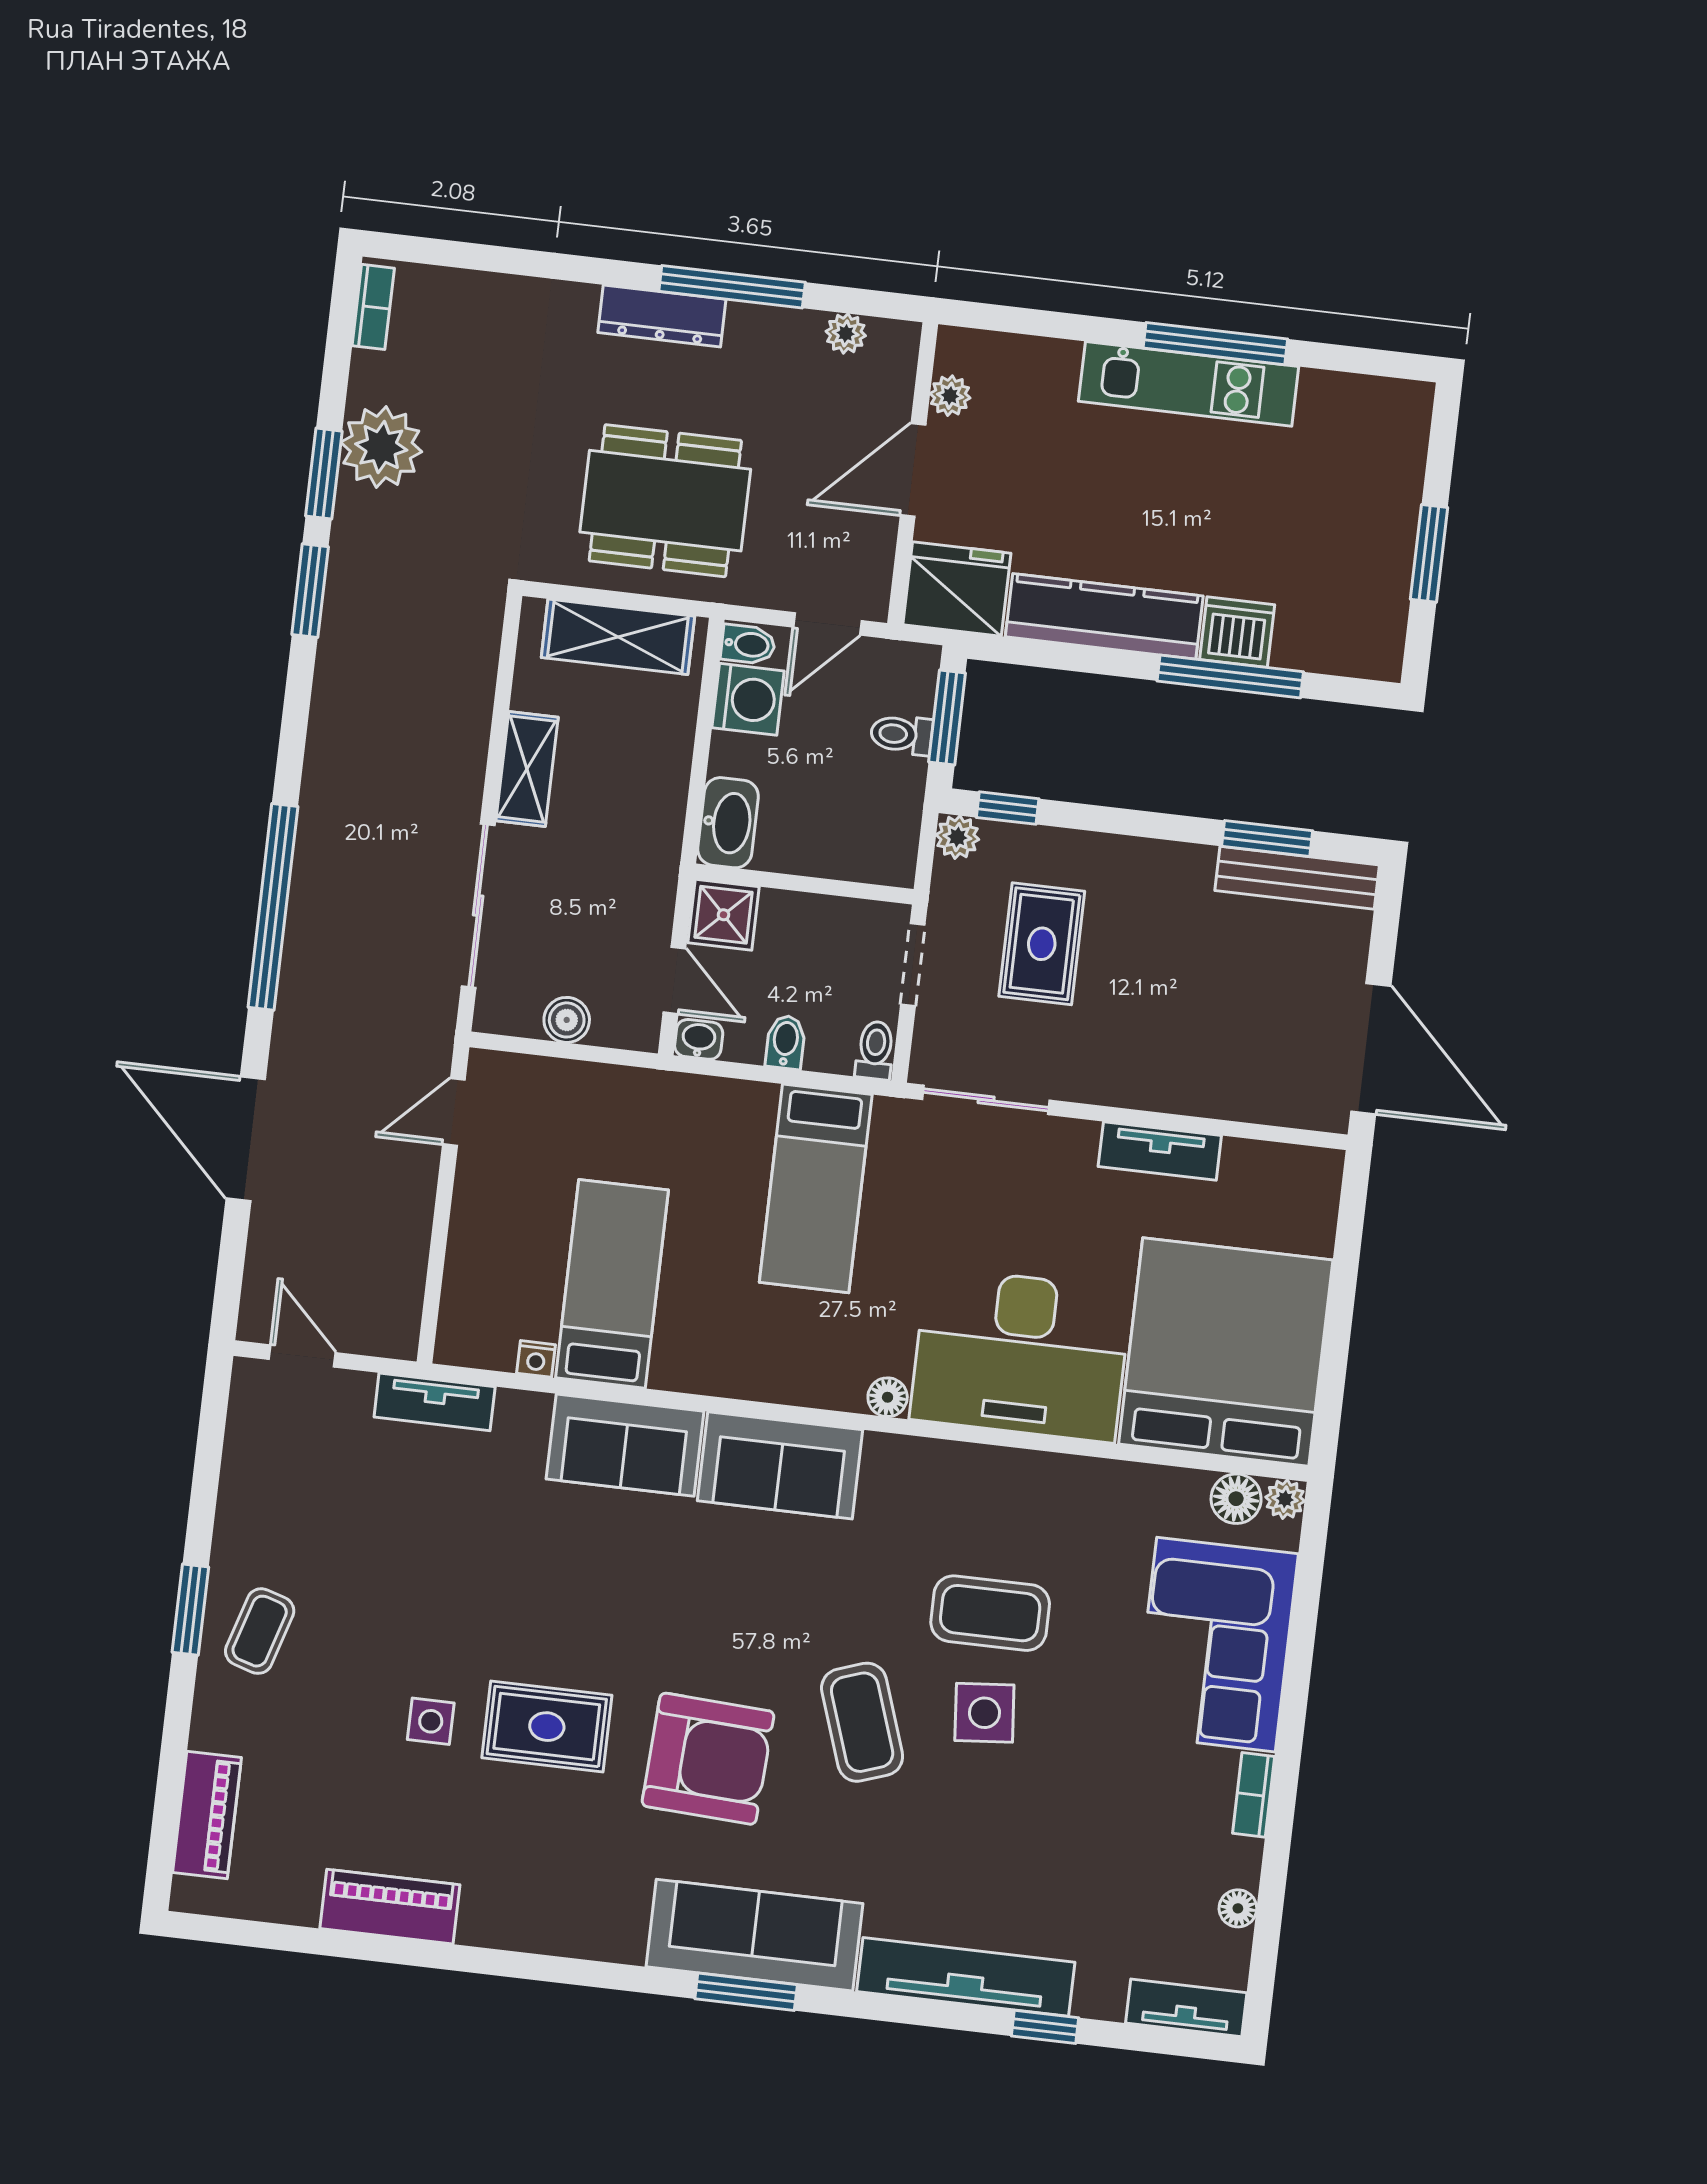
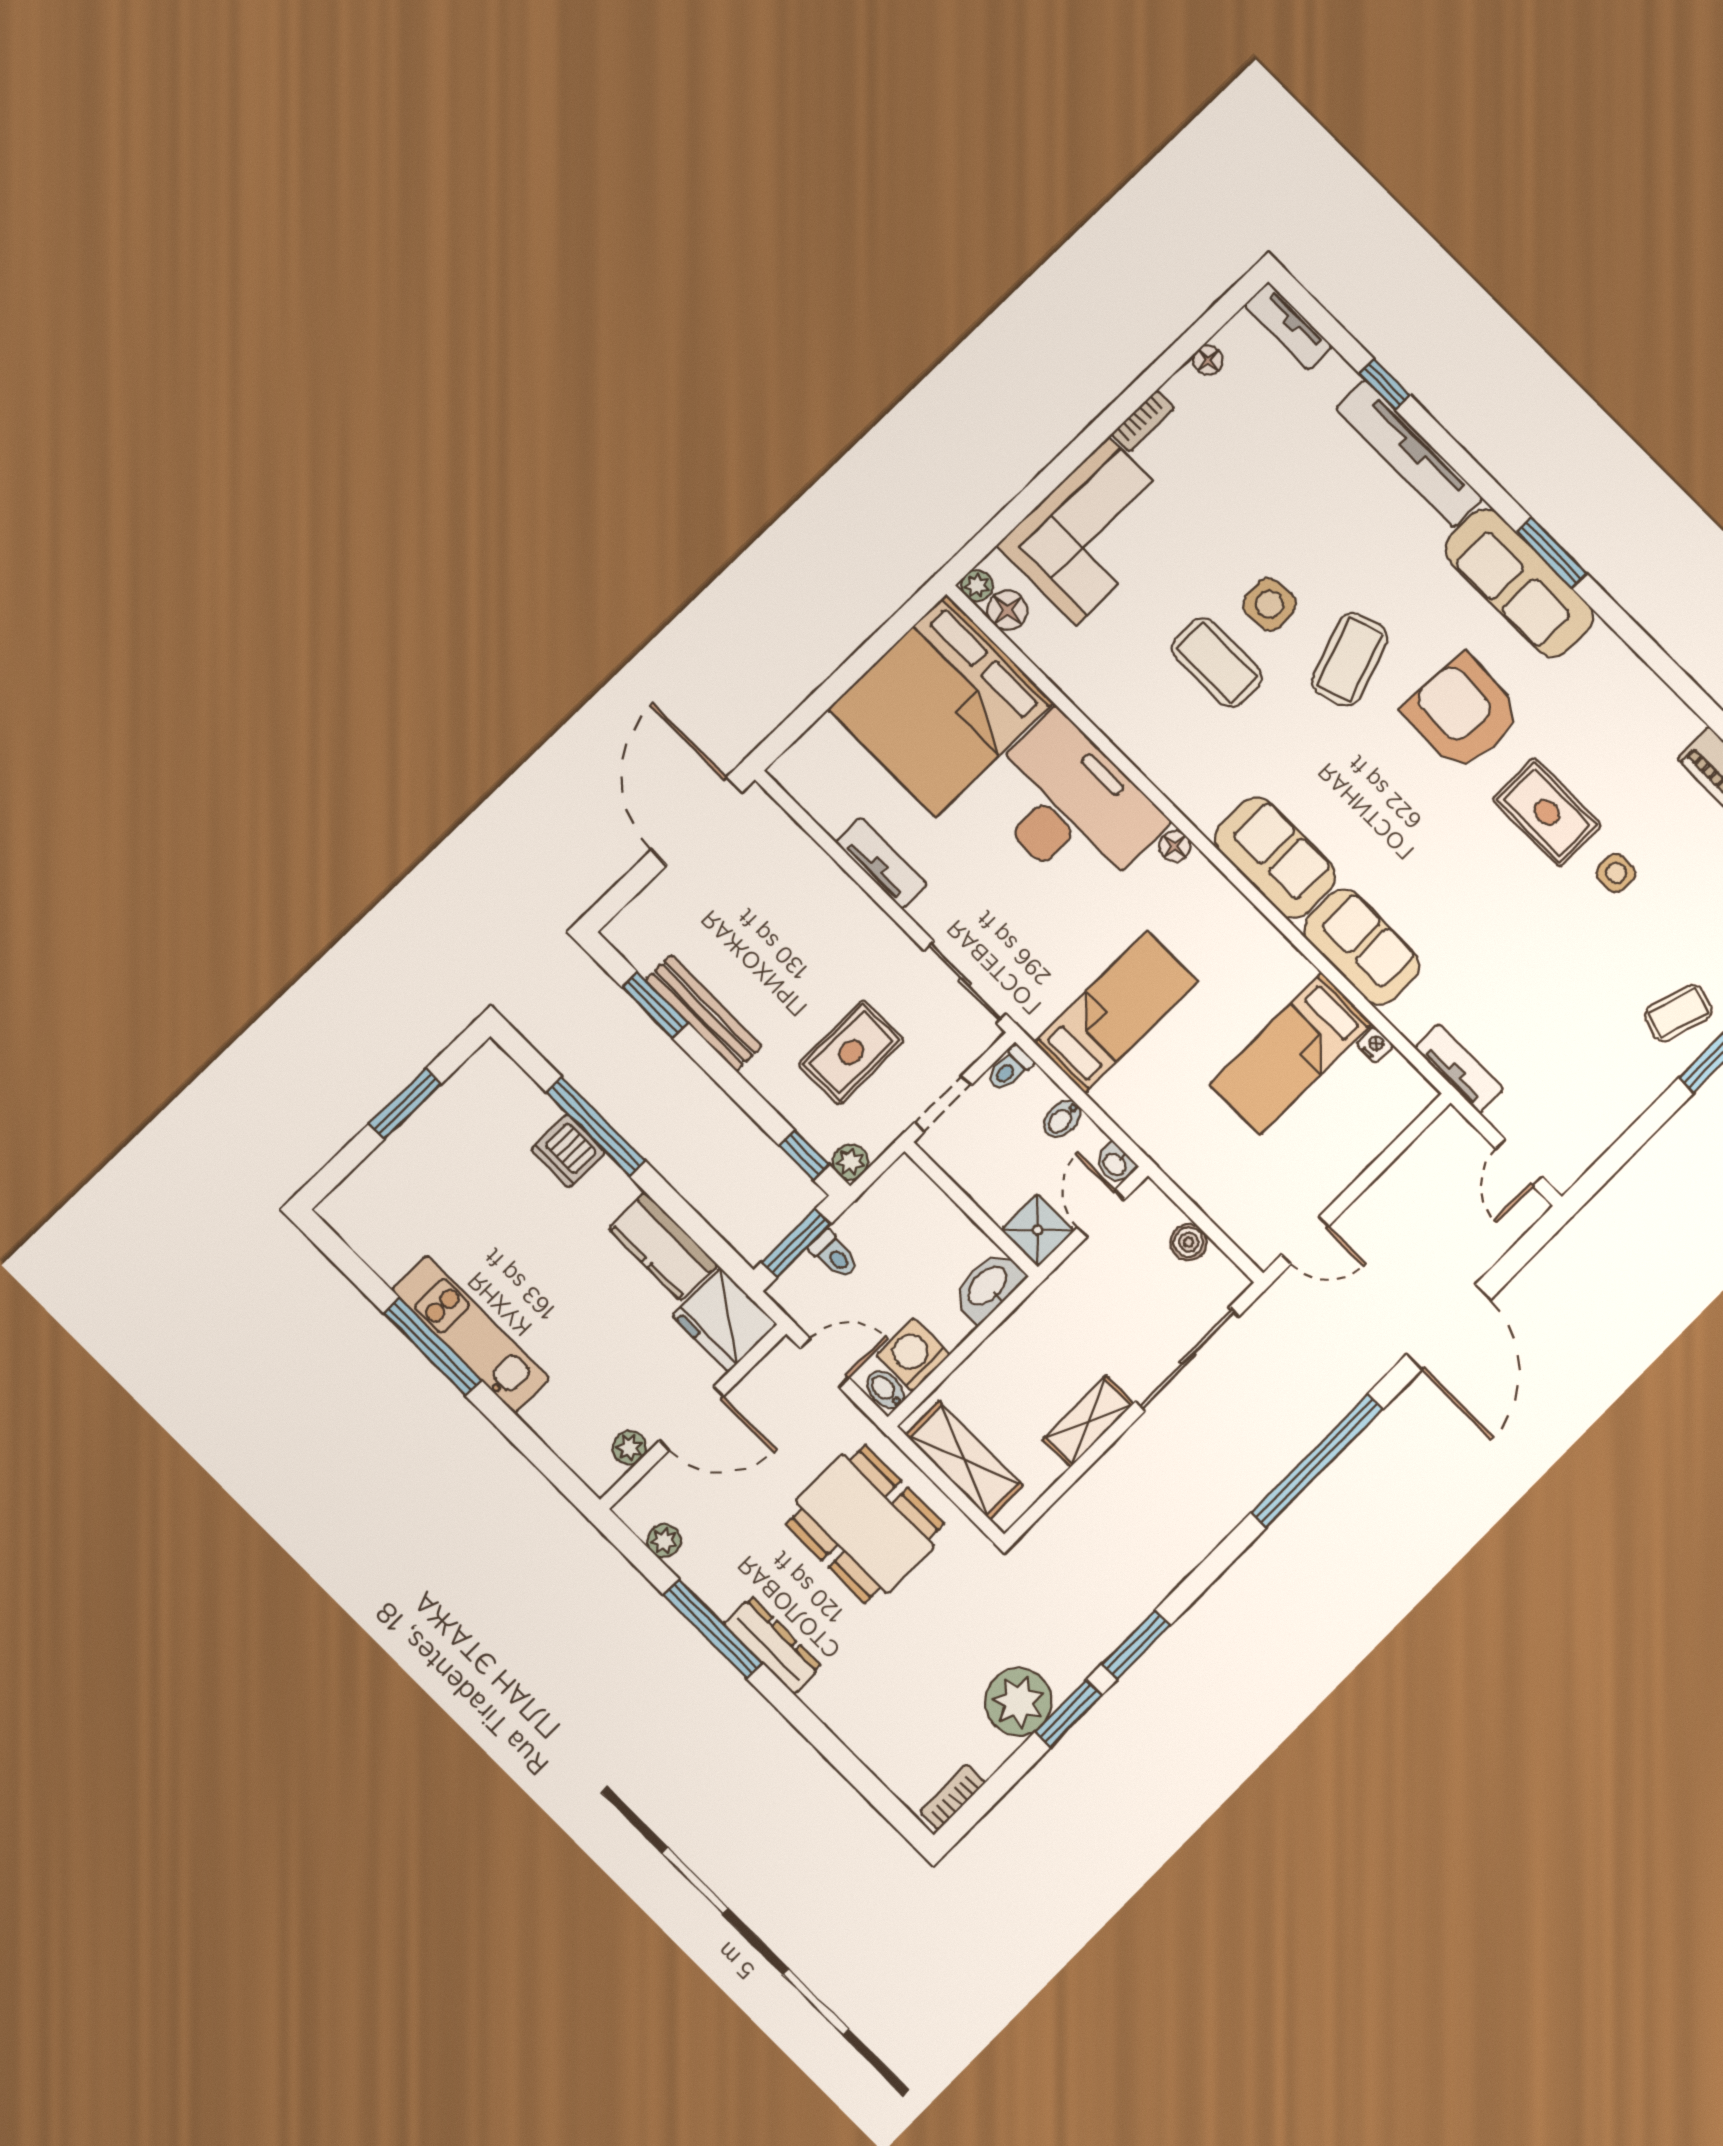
kitchen counter: (1104, 616) -> (663, 1247), width x0.67
bench: (1297, 878) -> (704, 1013), moved

